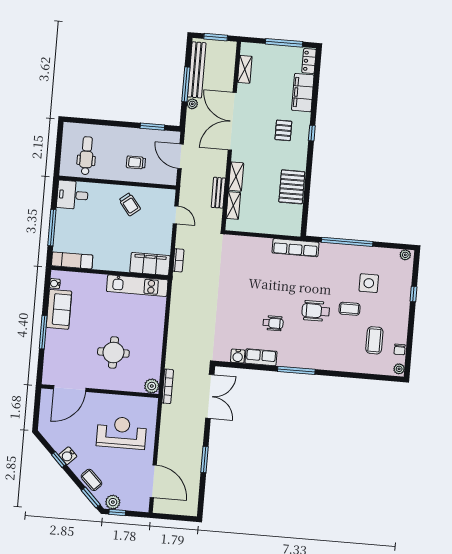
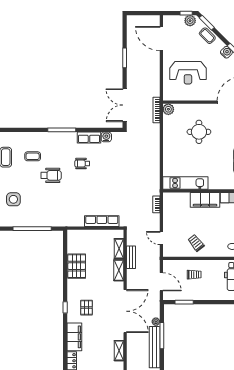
row of seats: (295, 248) -> (102, 221), moved
filing cabinet: (150, 264) -> (205, 200), moved
coffee table: (349, 309) -> (33, 156), moved

